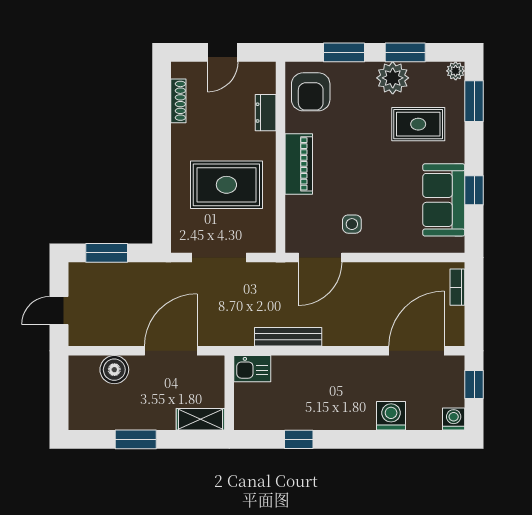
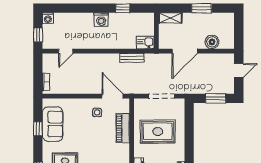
piano: (299, 164) -> (123, 128), moved
door: (320, 258) -> (112, 96), hinge flipped
bench: (288, 337) -> (132, 58), width x0.73
door: (417, 351) -> (66, 51), width x0.53
washing machine: (391, 416) -> (101, 20), moved

